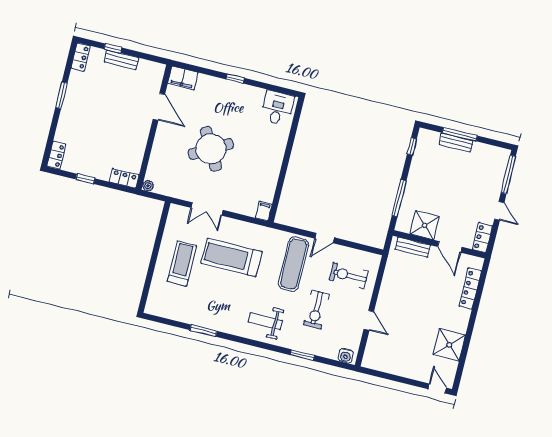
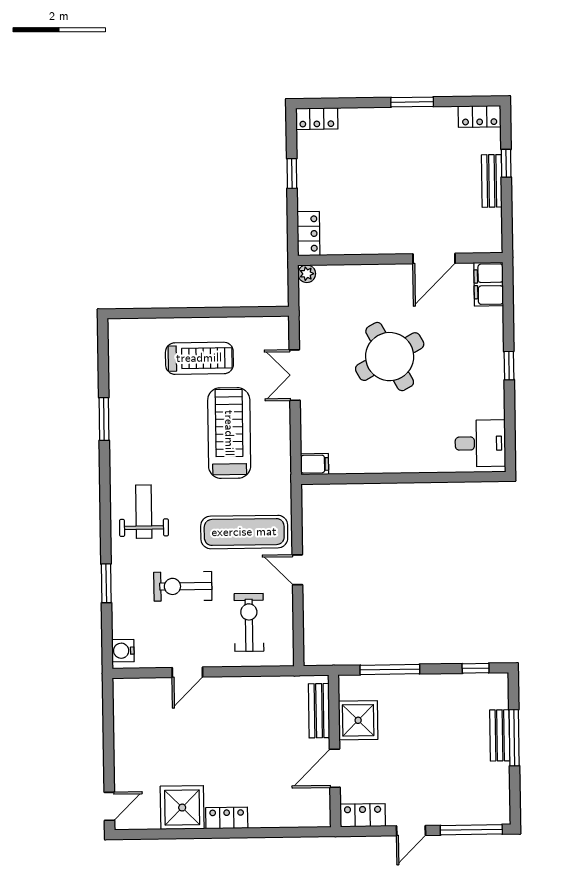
locker: (470, 288) -> (227, 818), moved, width x0.66

